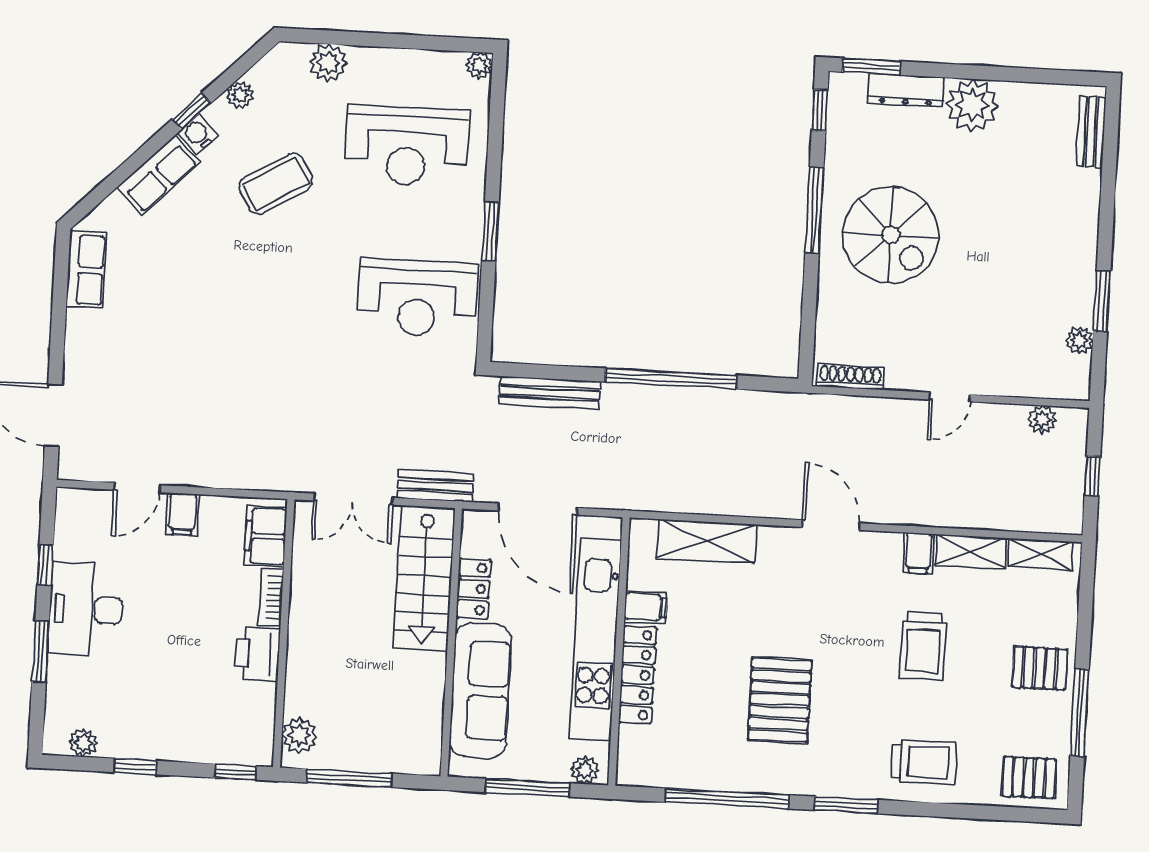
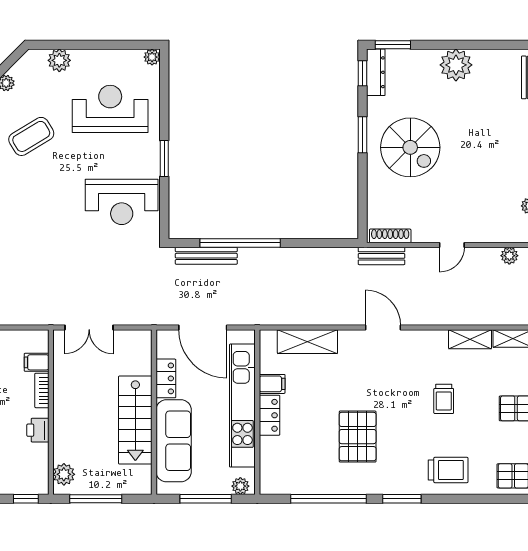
dresser: (906, 90) -> (376, 72), moved, turned -90
reception desk: (407, 146) -> (110, 109), turned 180
window: (814, 210) -> (363, 135), width x0.69
window: (671, 379) -> (240, 243), moved
bench: (436, 486) -> (381, 256), moved
filing cabinet: (266, 536) -> (37, 362), width x0.50
filing cabinet: (918, 553) -> (438, 342), removed
stairs: (424, 578) -> (135, 420), moved
trolley: (923, 646) -> (444, 399), width x0.73, depth x0.72
printer: (257, 654) -> (38, 430), width x0.73, depth x0.81
locker: (638, 675) -> (269, 415), width x0.66

